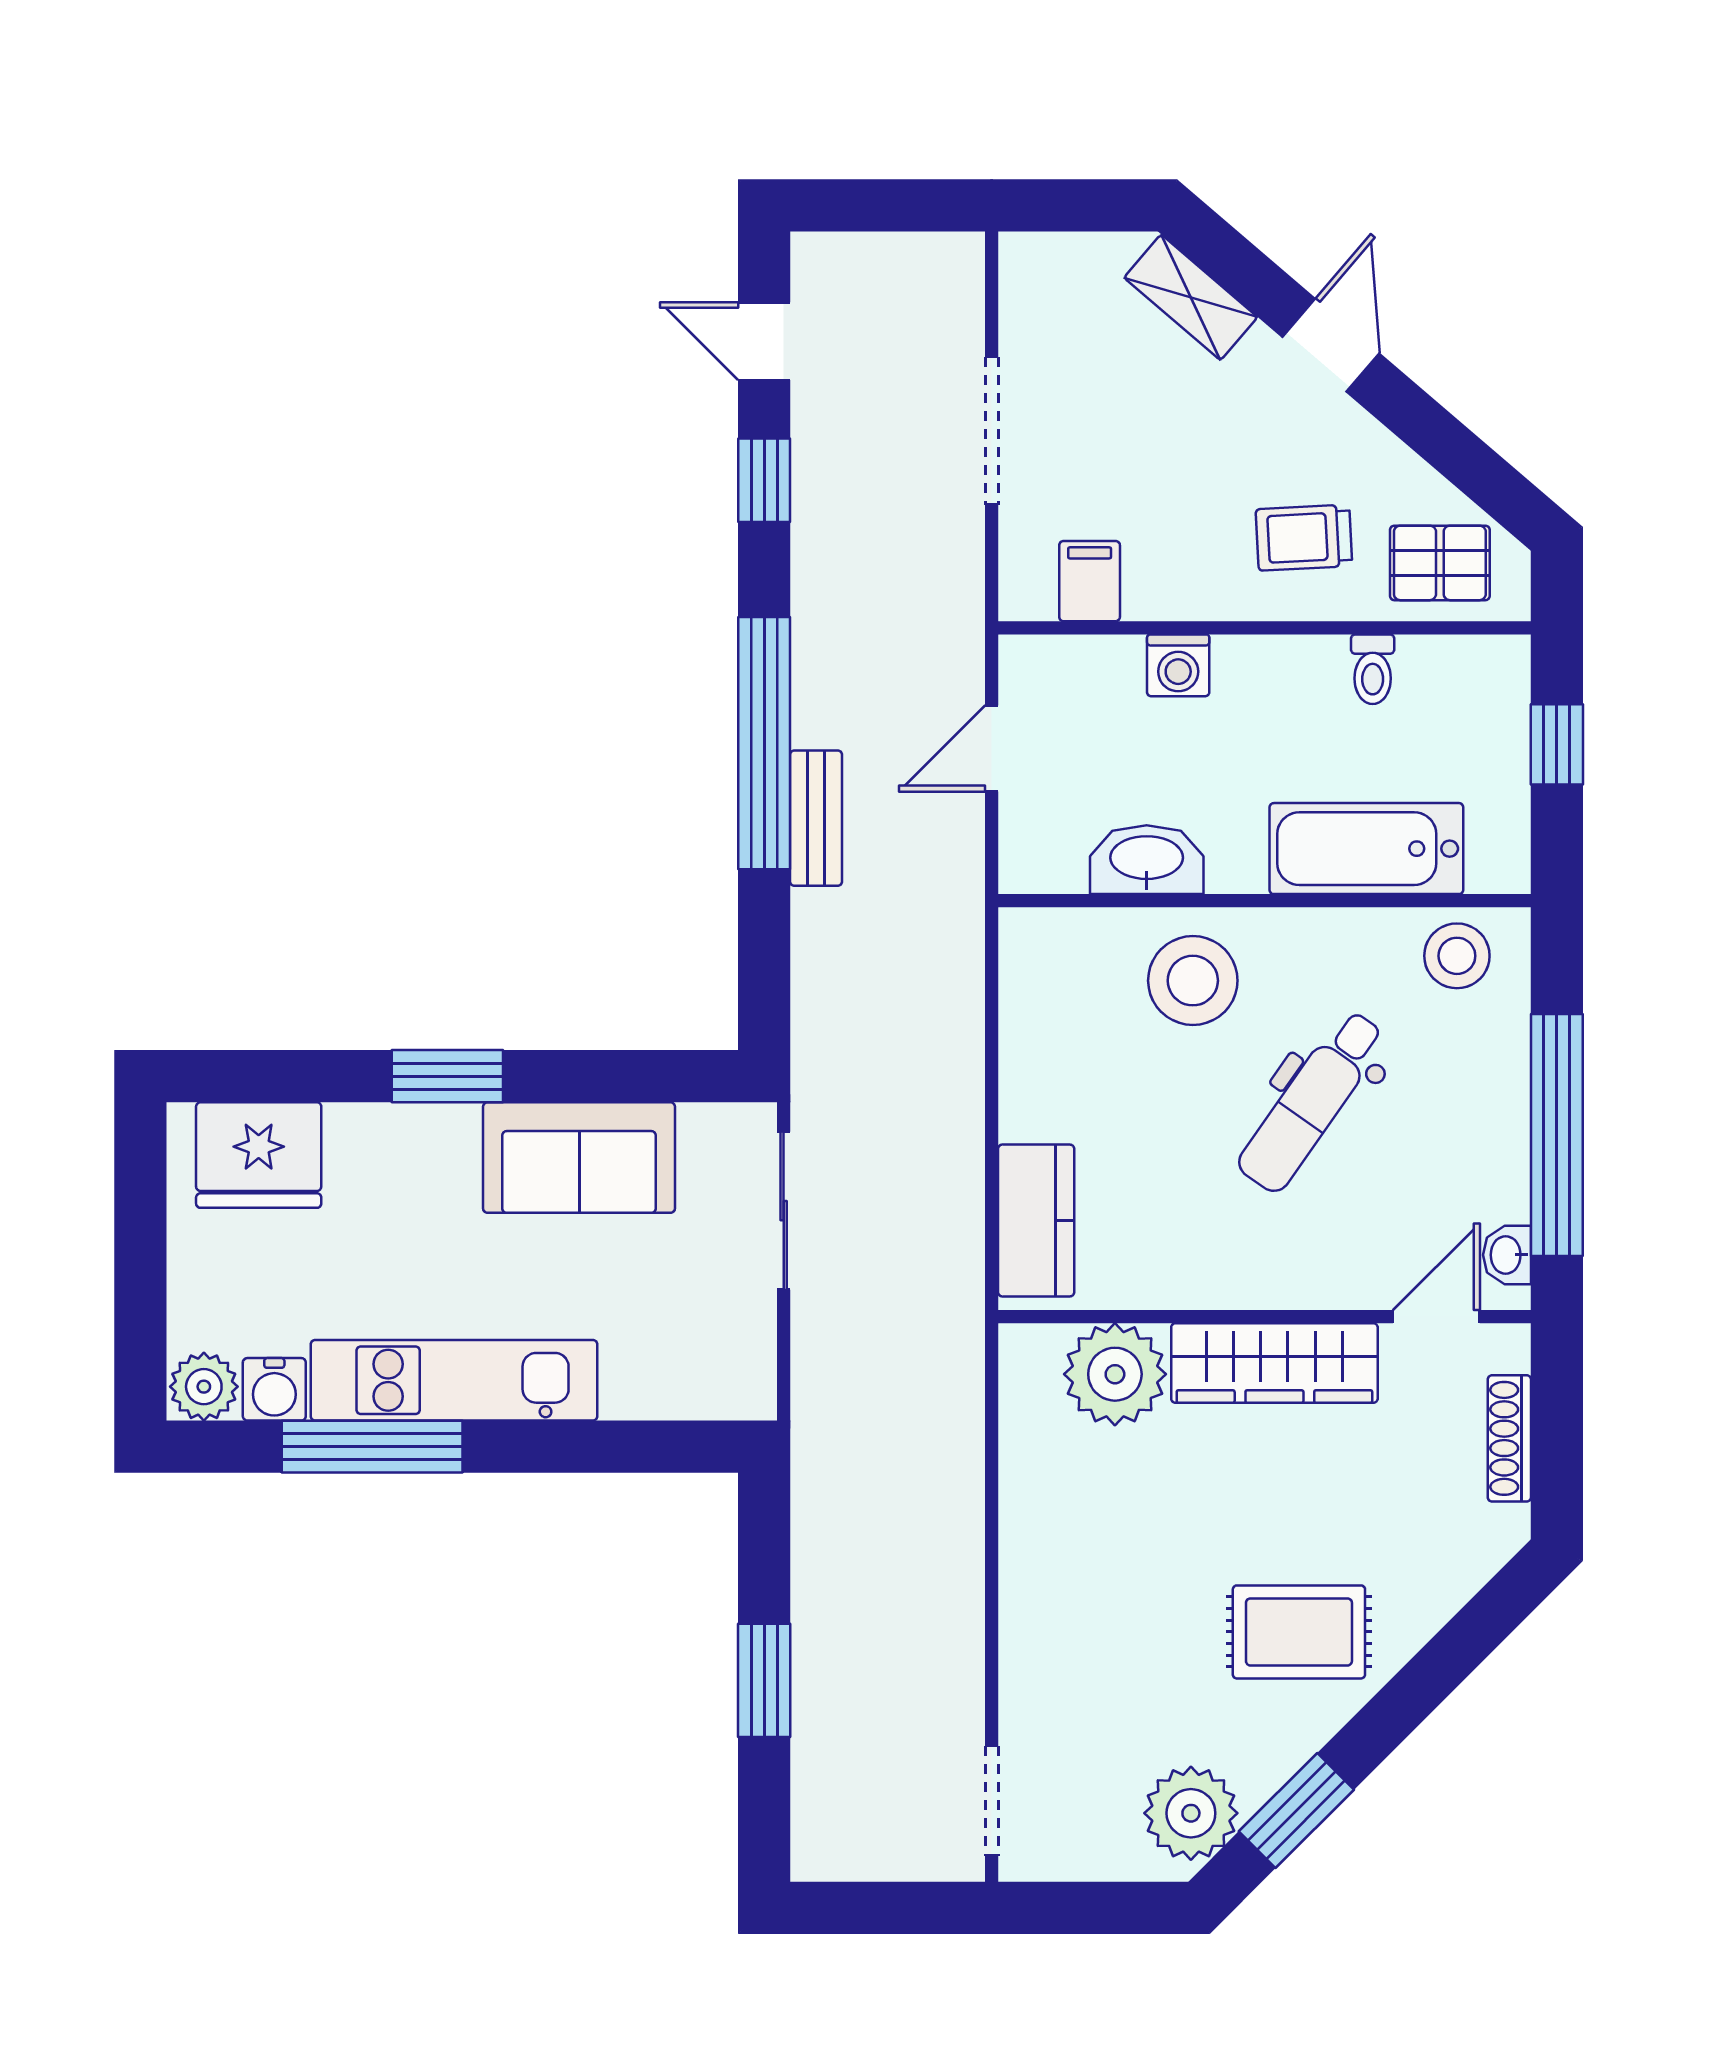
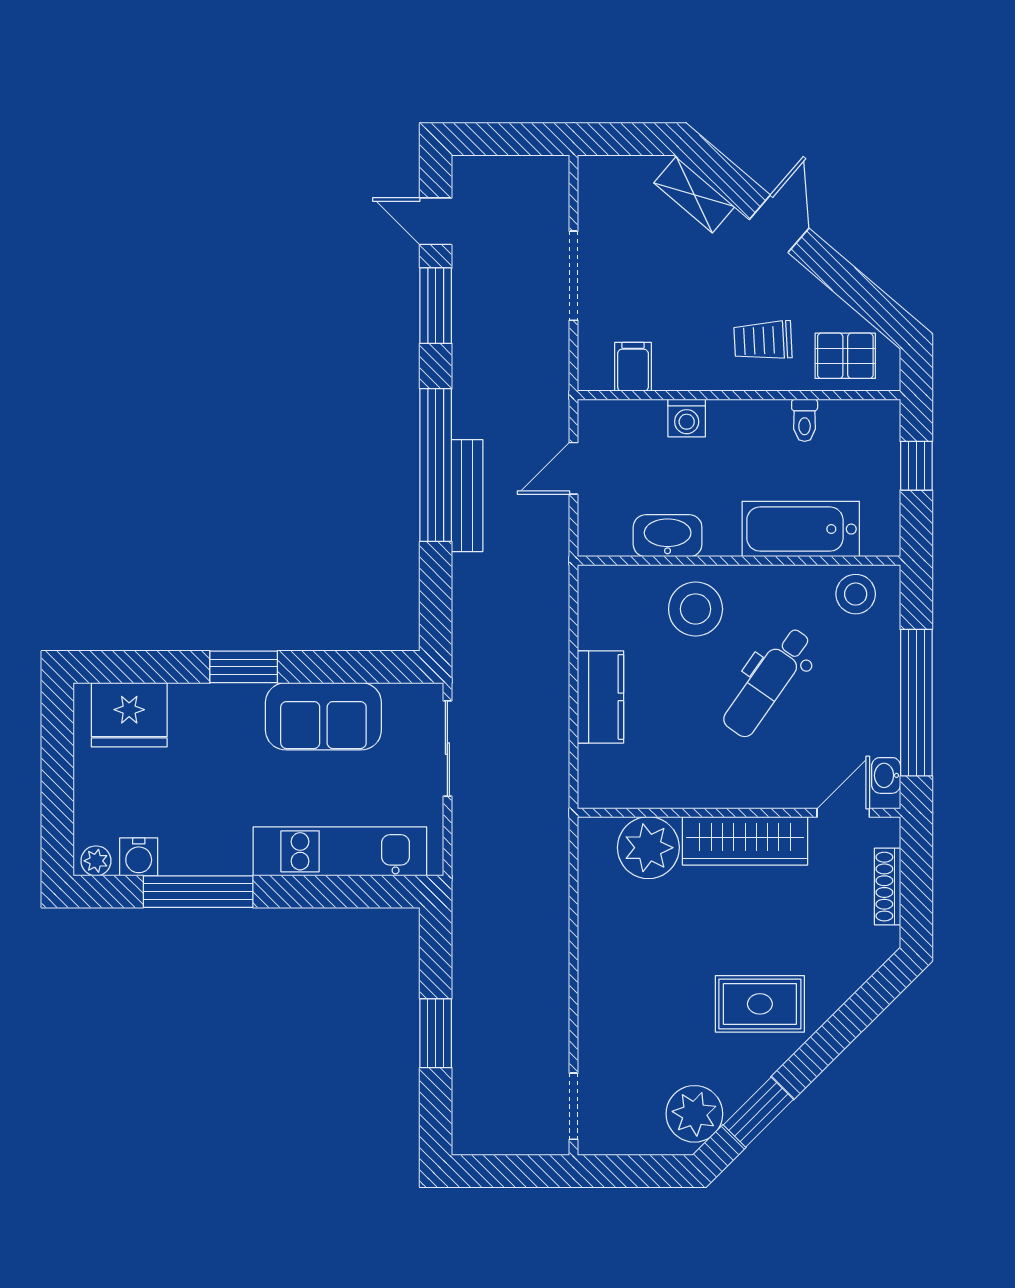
window: (764, 480) -> (436, 306), width x1.50
bench: (816, 818) -> (467, 496), width x1.36
kitchen counter: (1036, 1221) -> (601, 697), moved
kitchen unit: (454, 1380) -> (340, 851), moved
plant: (204, 1387) -> (96, 861), width x0.73, depth x0.73

